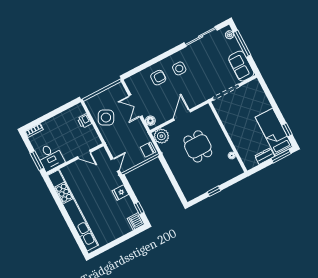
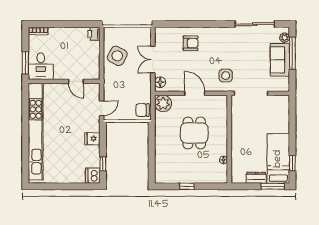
sofa: (241, 66) -> (280, 60), moved
side table: (179, 68) -> (226, 75), moved
door: (182, 115) -> (195, 93), hinge flipped
printer: (84, 121) -> (94, 34), moved

